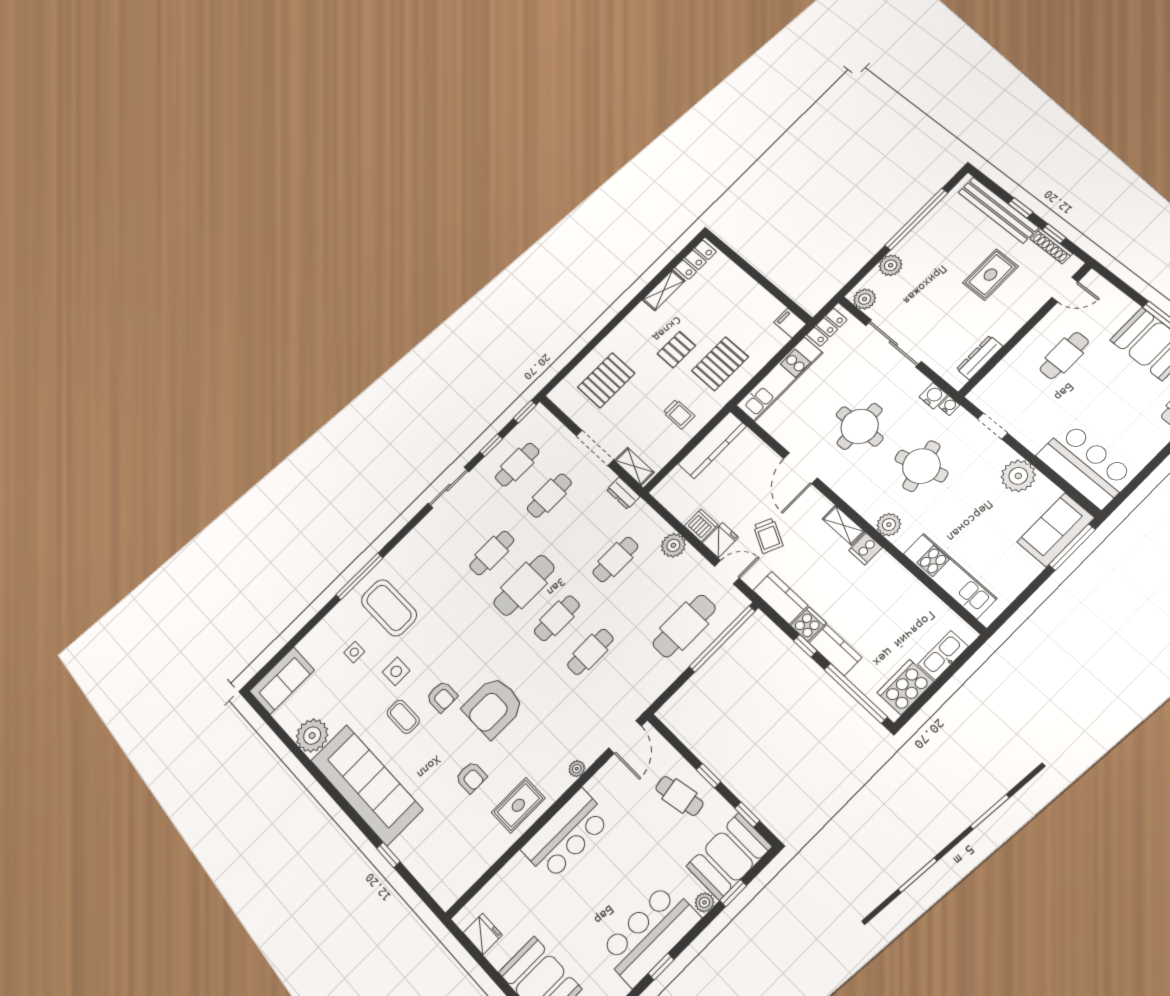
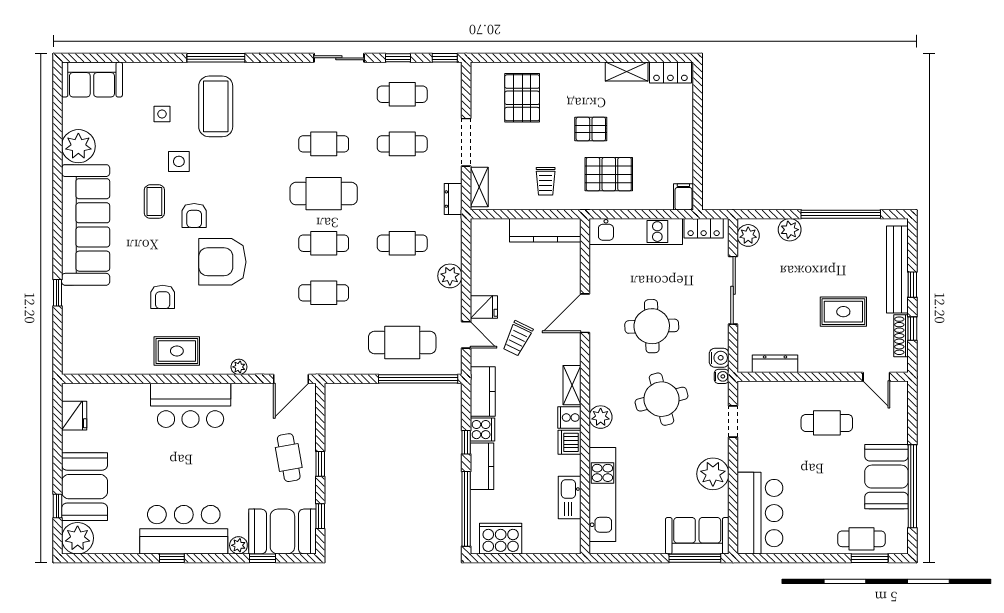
pallet: (606, 380) -> (522, 98), turned 90
dishwasher: (701, 525) -> (569, 442), moved, turned 180
kitchen sink: (943, 655) -> (570, 498), moved, turned -90

